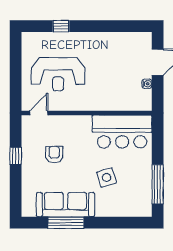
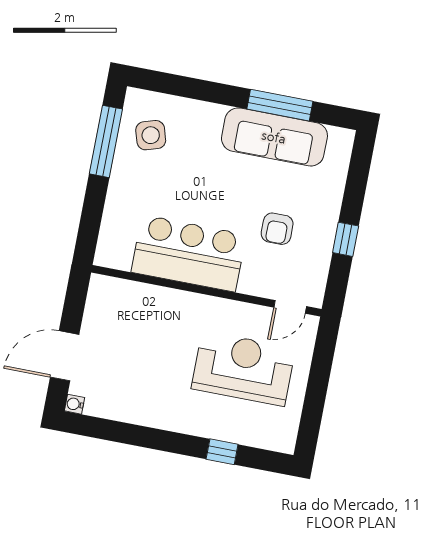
water cooler: (147, 84) -> (75, 404), moved
bar counter: (122, 132) -> (189, 253), moved
side table: (107, 178) -> (151, 135), moved

